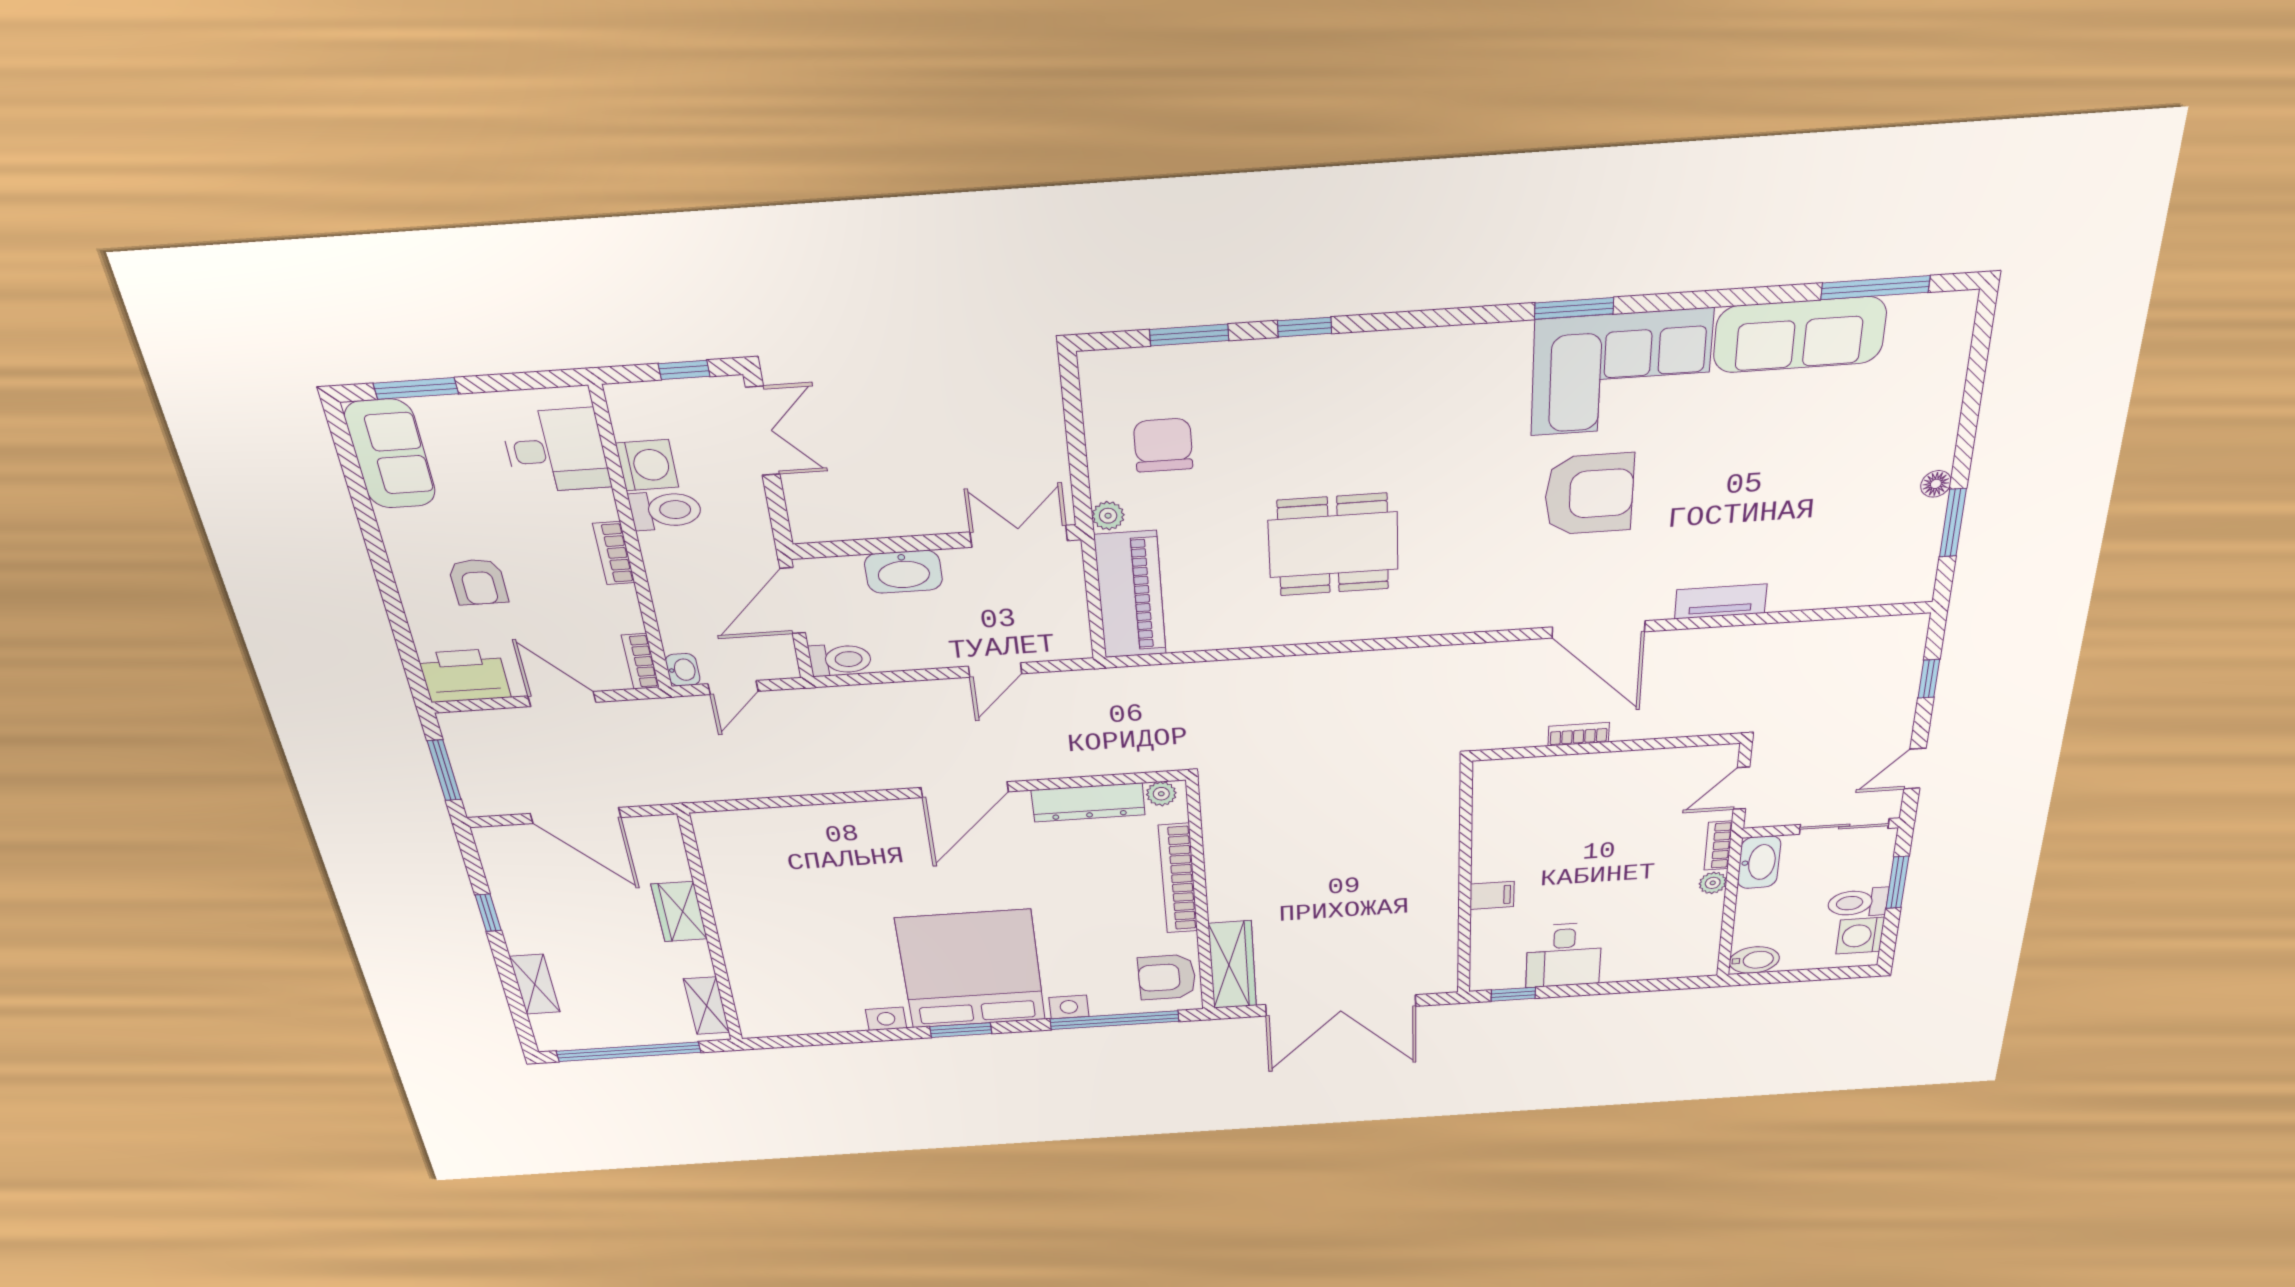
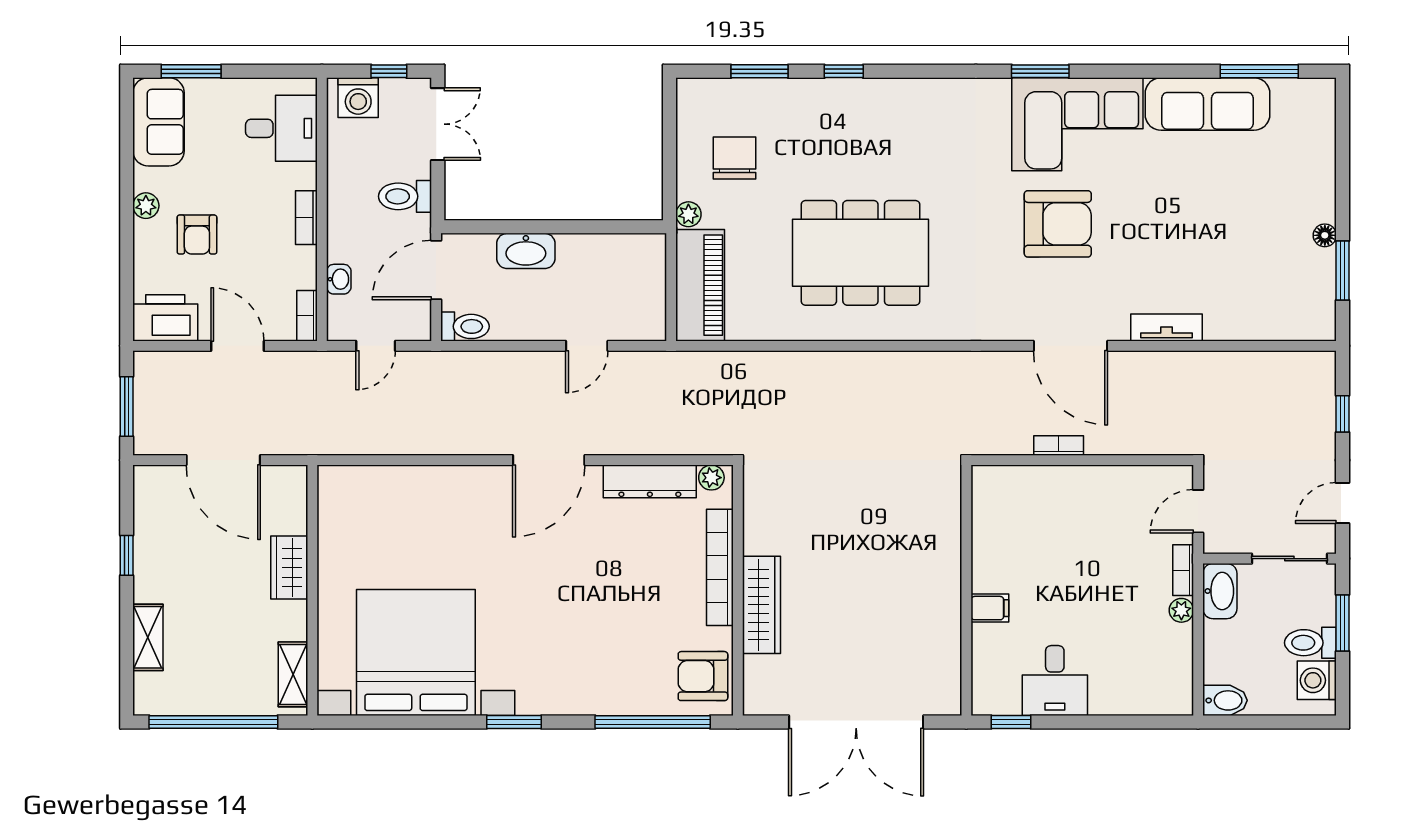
washing machine: (647, 465) -> (358, 98), moved, turned 90
toilet: (666, 510) -> (405, 196), moved, turned 180
double door: (1019, 536) -> (618, 227), removed
dining table: (1333, 545) -> (860, 253), width x1.36, depth x1.24
plant: (403, 554) -> (146, 206), added
washbasin: (683, 670) -> (339, 279), moved
wardrobe: (1232, 965) -> (761, 605), moved
bed with nightstands: (971, 969) -> (416, 653), moved

